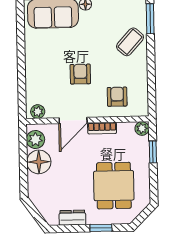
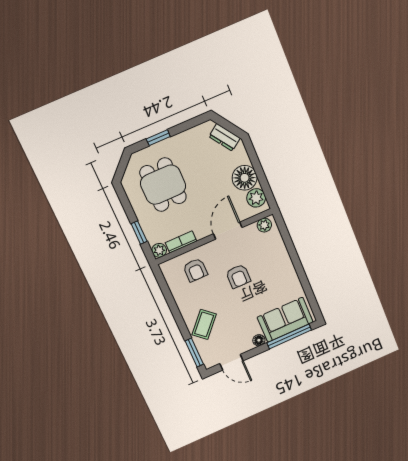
bookcase: (102, 128) -> (181, 242), moved
dresser: (72, 218) -> (225, 137), moved, turned 55

